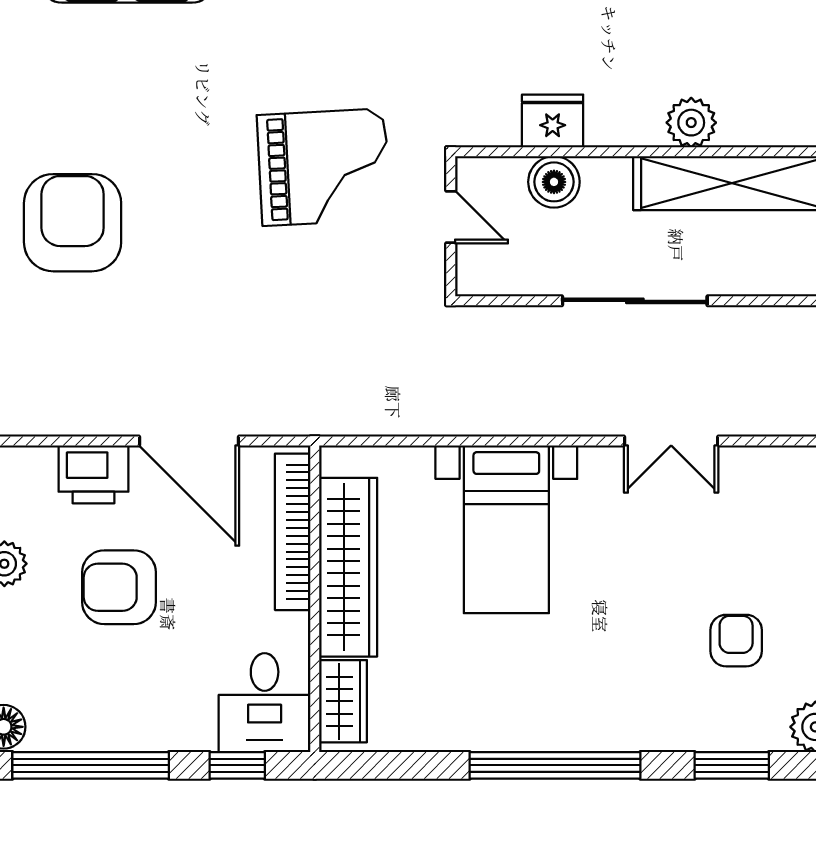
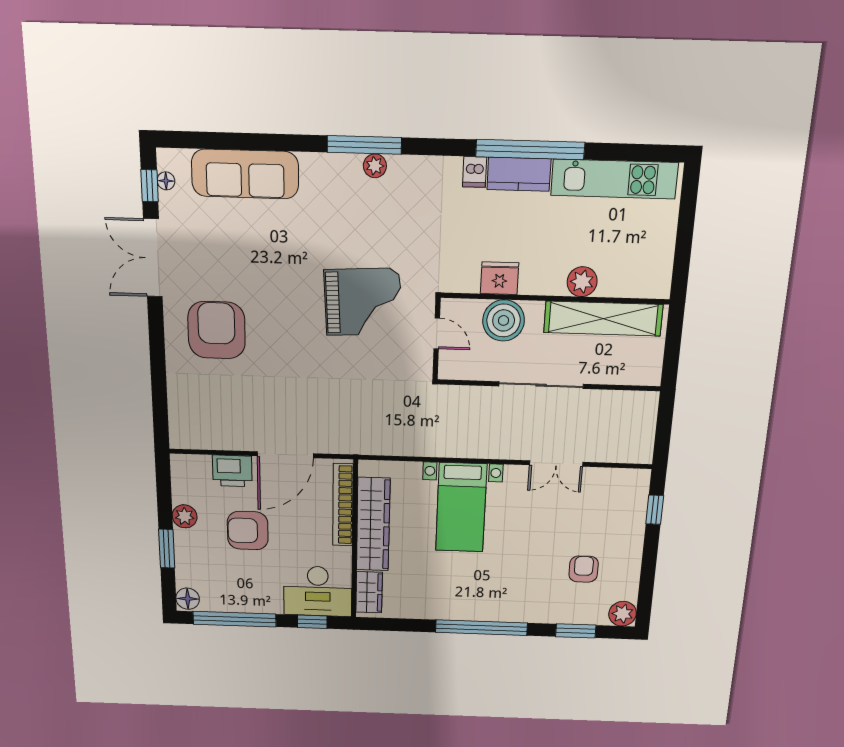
boiler: (554, 182) -> (504, 320), width x1.37, depth x1.37
door: (189, 441) -> (285, 455), hinge flipped
desk: (265, 703) -> (318, 591), width x1.37

